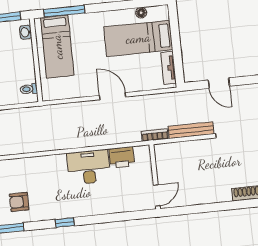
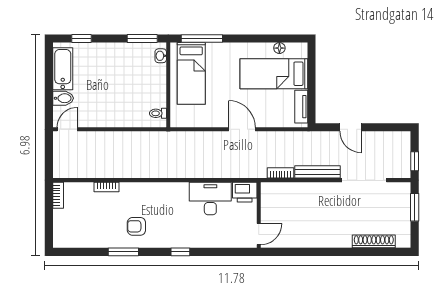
wall: (155, 177) -> (259, 215), moved
door: (157, 195) -> (259, 234), moved

